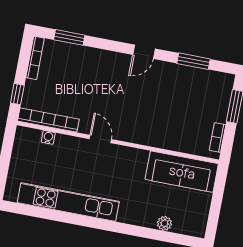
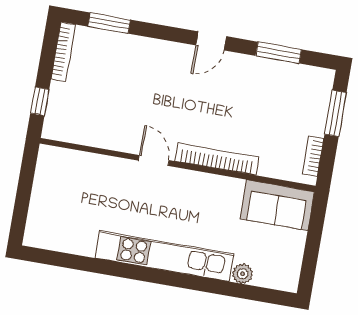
bookcase: (48, 120) -> (217, 159), moved
water cooler: (48, 137) -> (83, 159), removed
sofa: (182, 172) -> (277, 205), width x0.73
kitchen unit: (68, 202) -> (165, 256), moved

